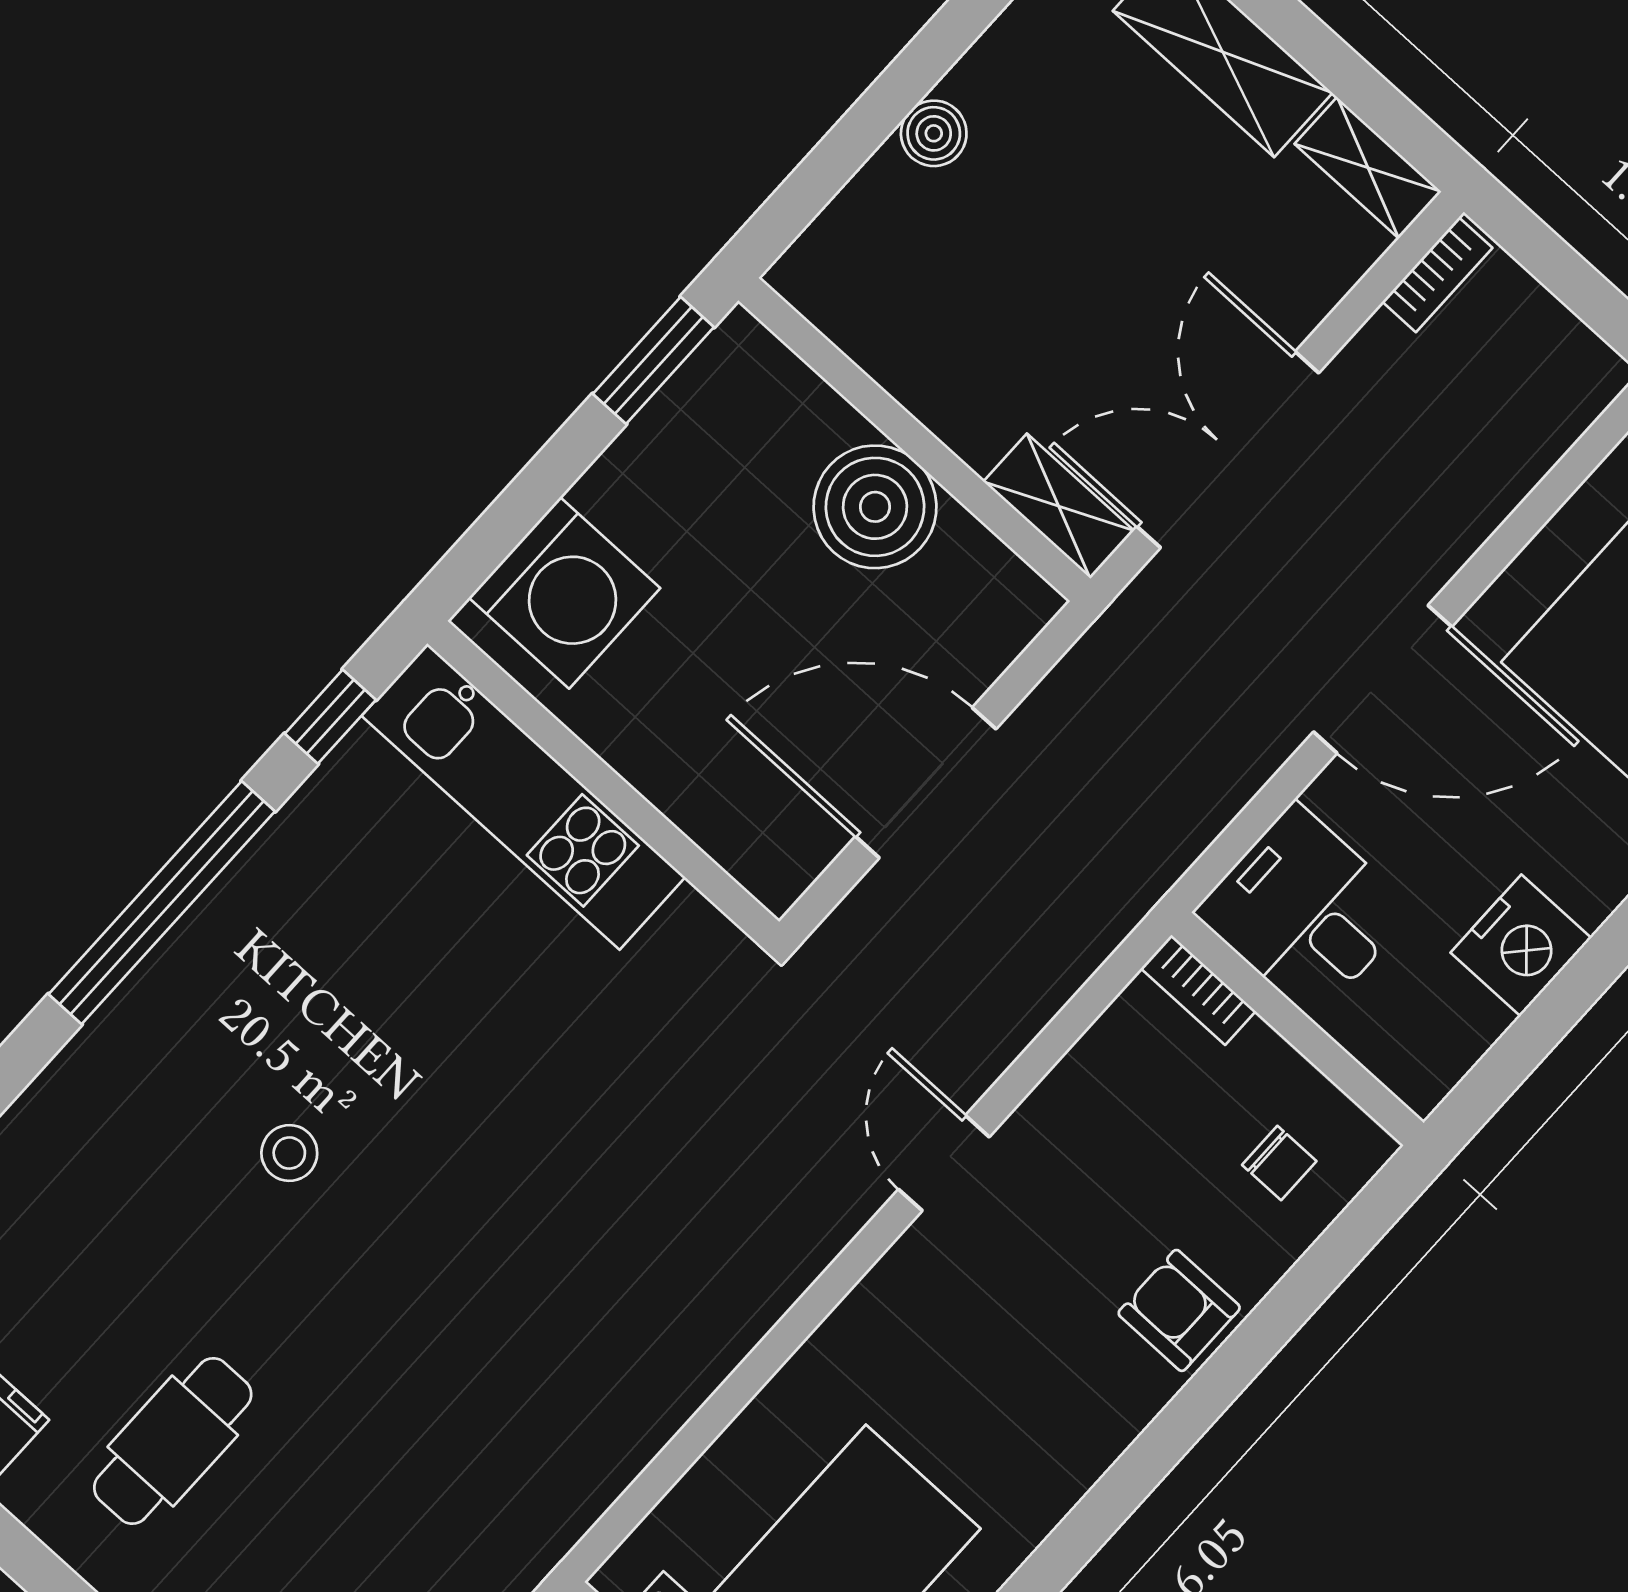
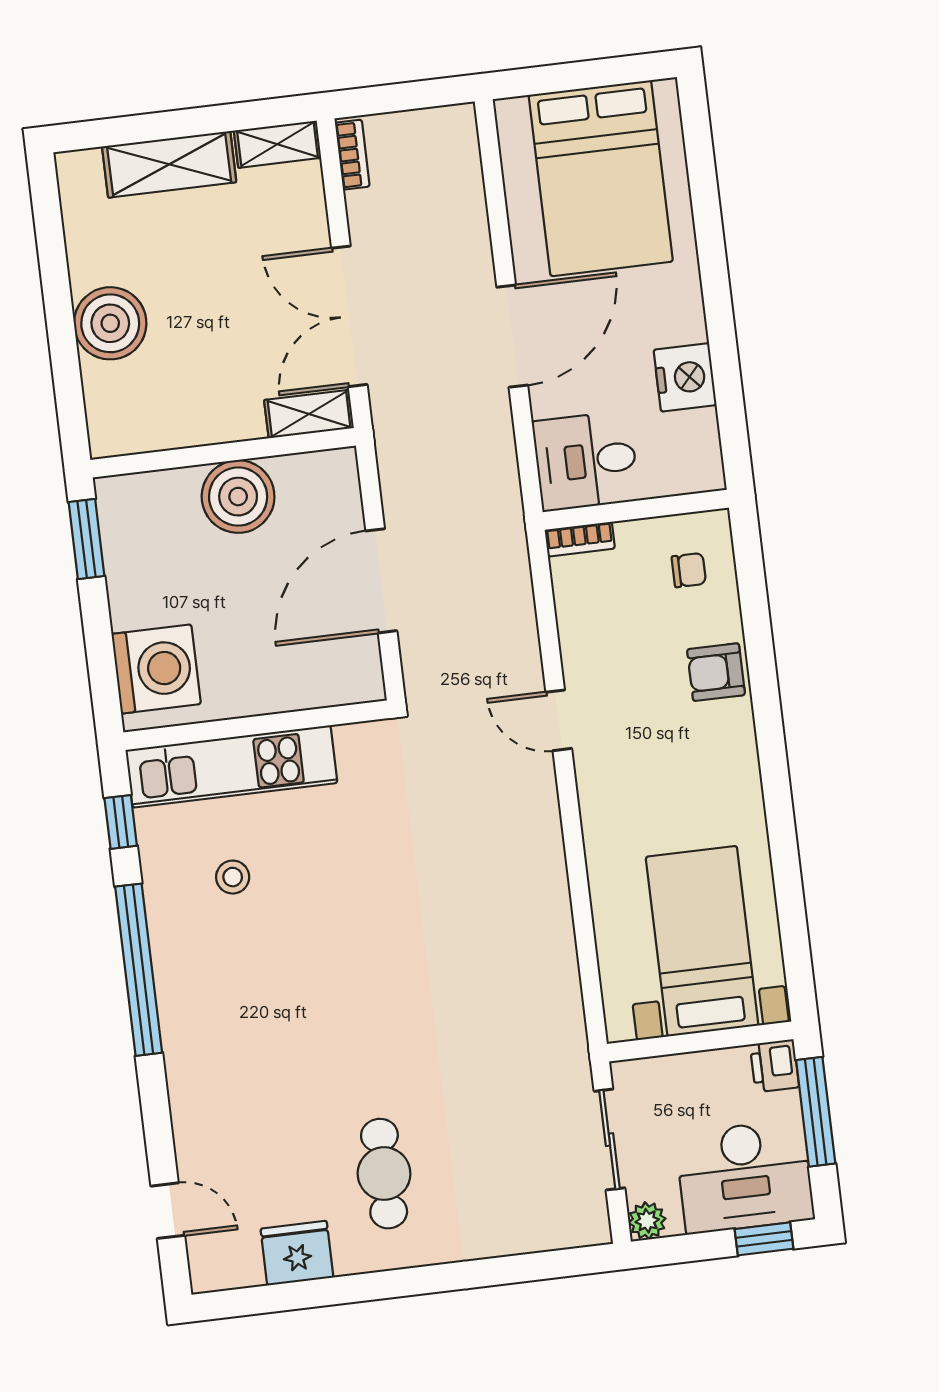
boiler: (934, 133) -> (110, 323), width x1.86, depth x1.86
stool: (289, 1153) -> (233, 877), moved

